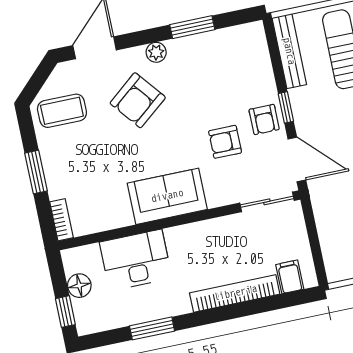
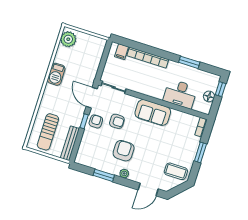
armchair: (138, 100) -> (124, 151), moved, turned -51

